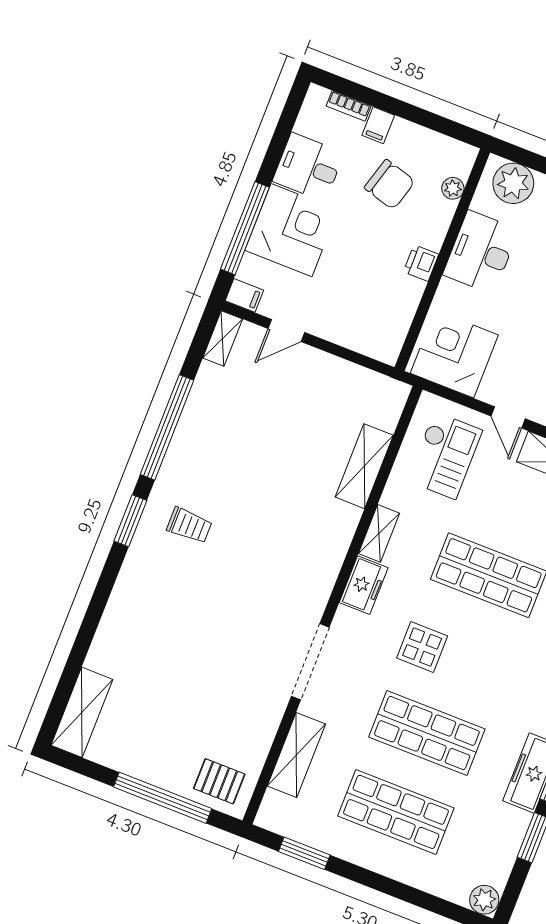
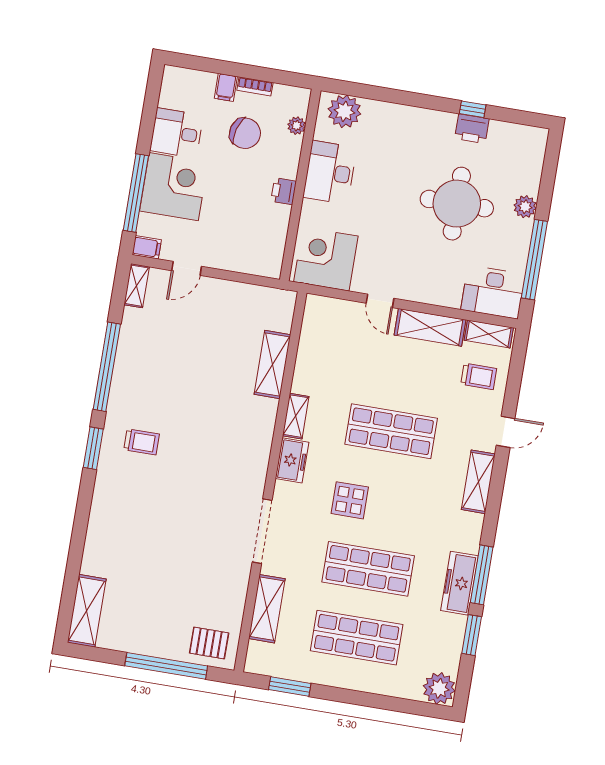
bookcase: (349, 106) -> (255, 86), moved
checkout: (445, 455) -> (335, 342), removed
plant: (484, 900) -> (439, 688), width x1.36, depth x1.36

